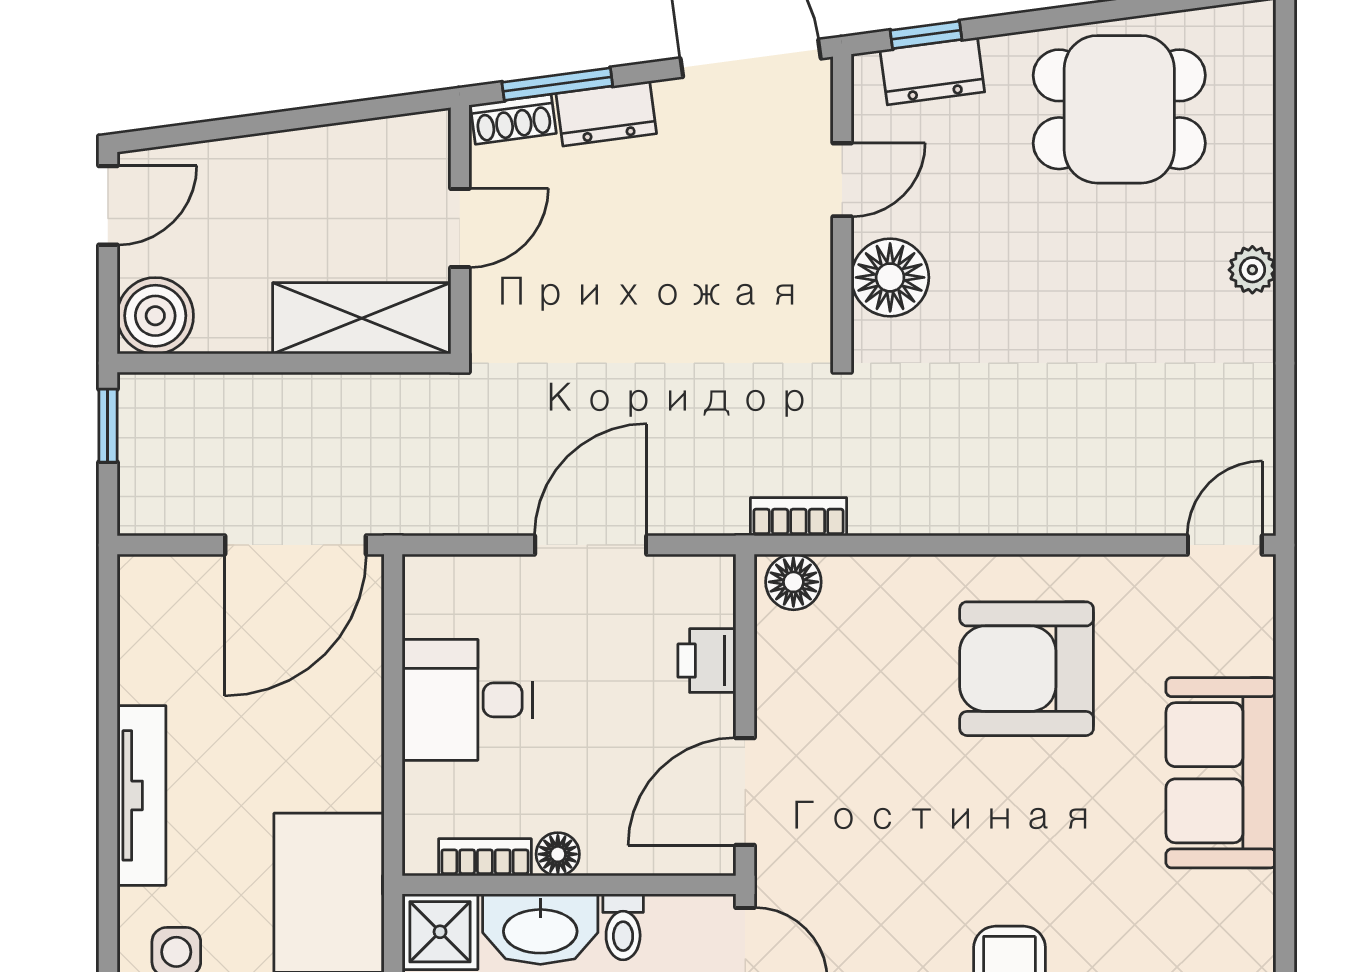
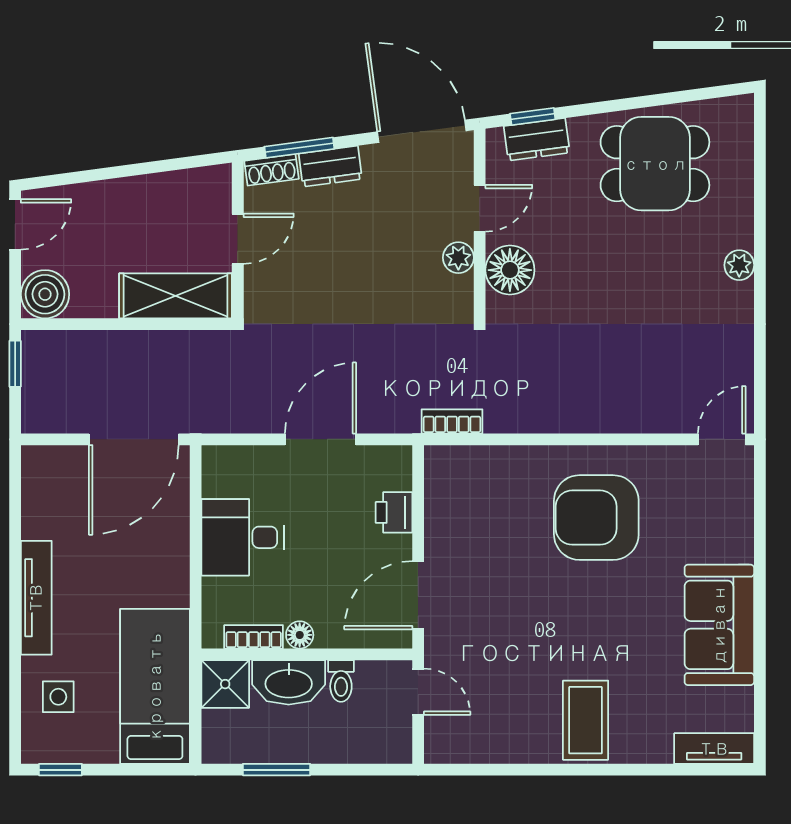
plant: (809, 258) -> (458, 258), added
floor lamp: (793, 582) -> (449, 463), removed
sofa: (1221, 773) -> (719, 625), moved

